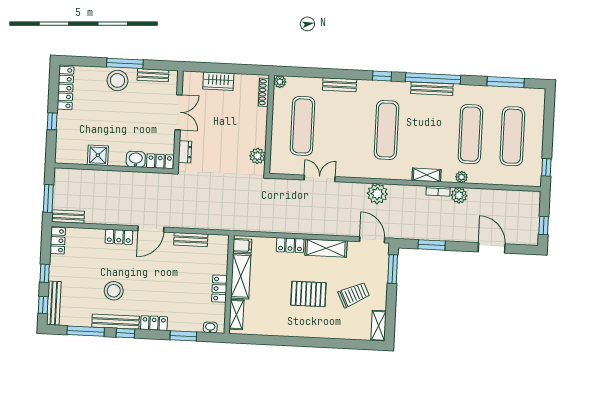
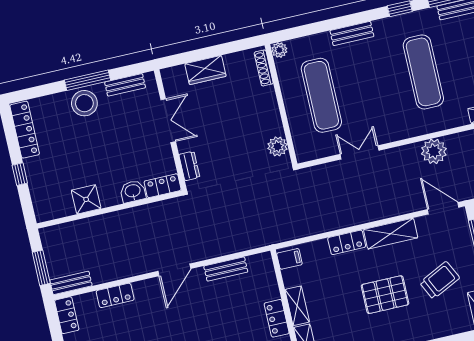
locker: (119, 237) -> (115, 295), moved
shelving: (241, 276) -> (297, 306), width x0.67, depth x0.75

